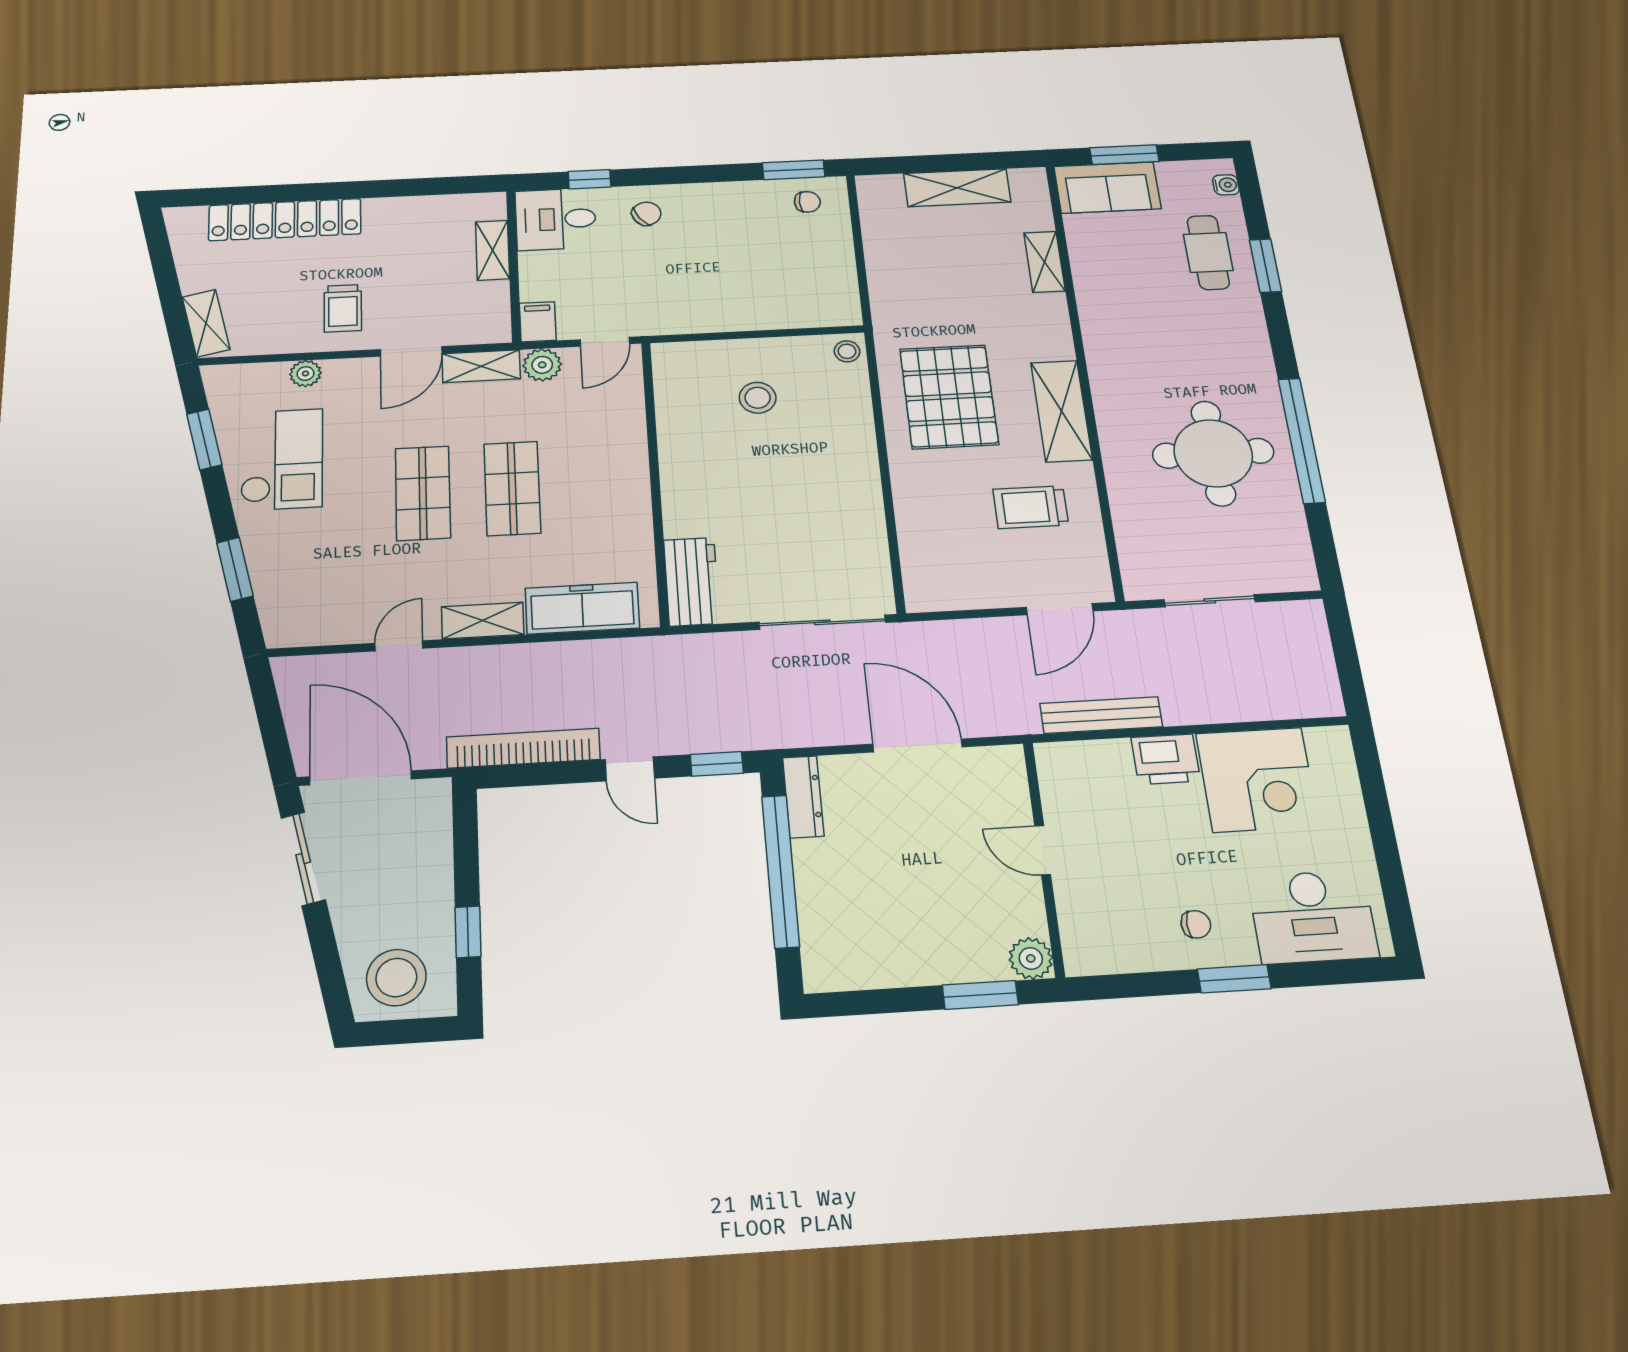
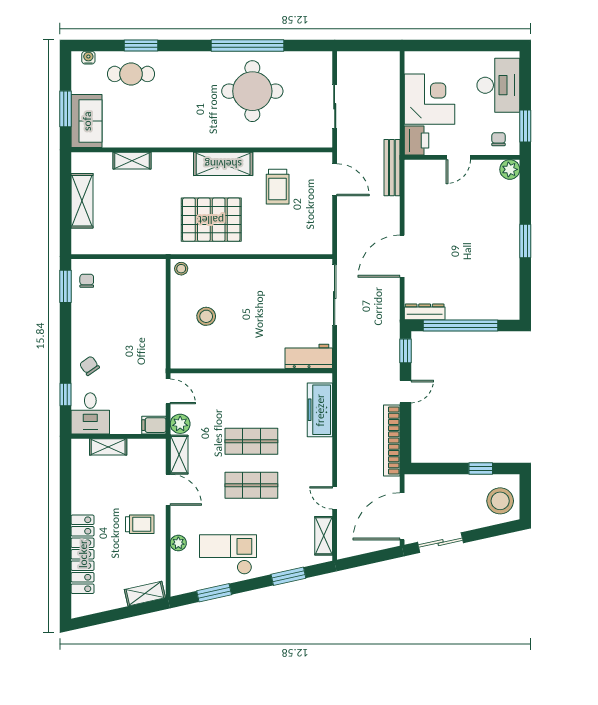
shelving: (483, 621) -> (324, 536), moved
door: (1043, 850) -> (458, 157), moved
wall: (1044, 858) -> (462, 157), moved
plant: (1031, 958) -> (510, 169), moved

